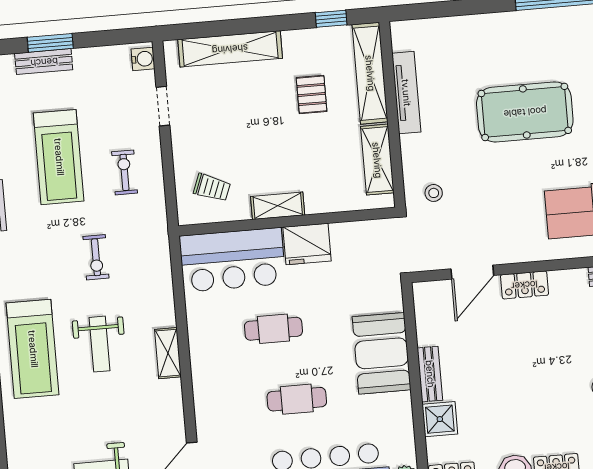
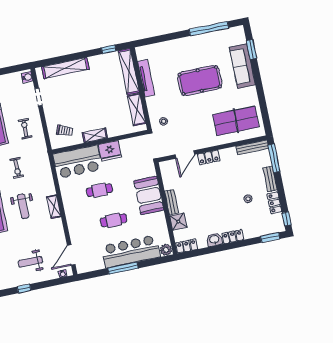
pallet: (312, 94) -> (104, 84), removed

